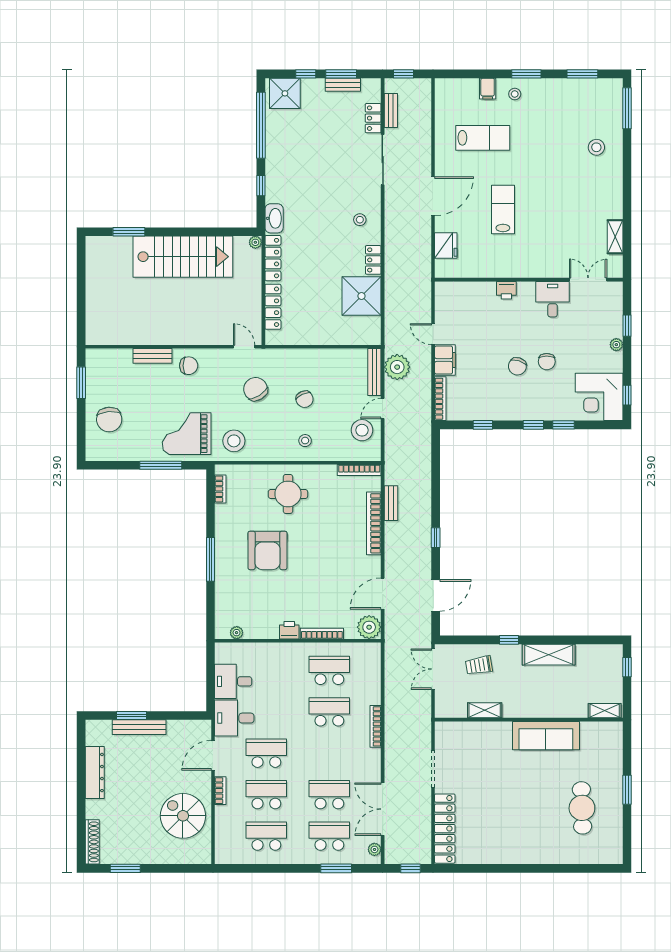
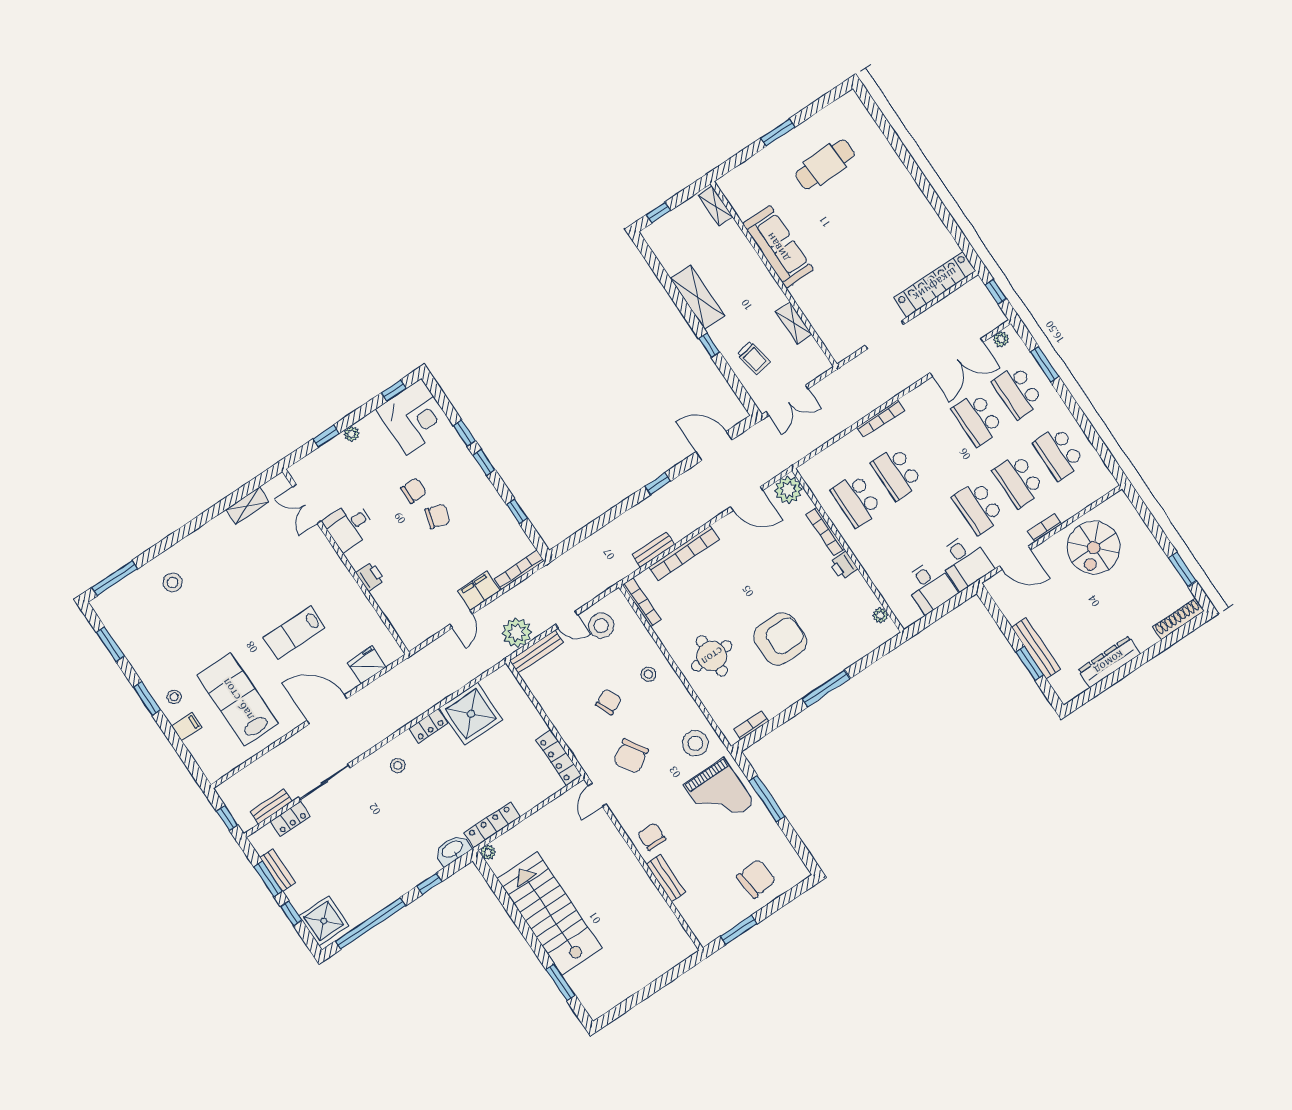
lab bench: (483, 138) -> (238, 699), width x1.36, depth x1.39
locker: (273, 307) -> (559, 758), moved, turned -90

